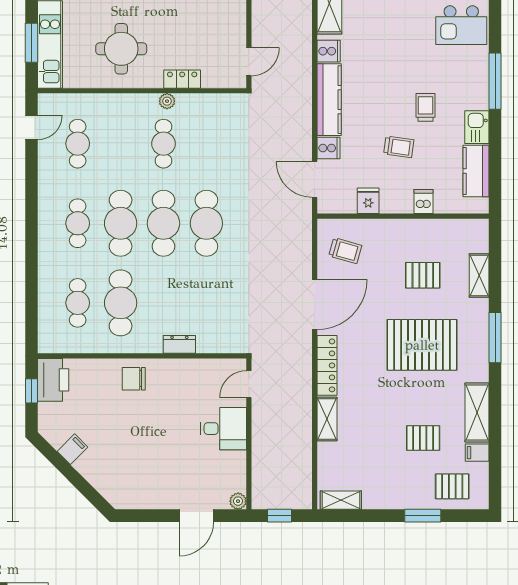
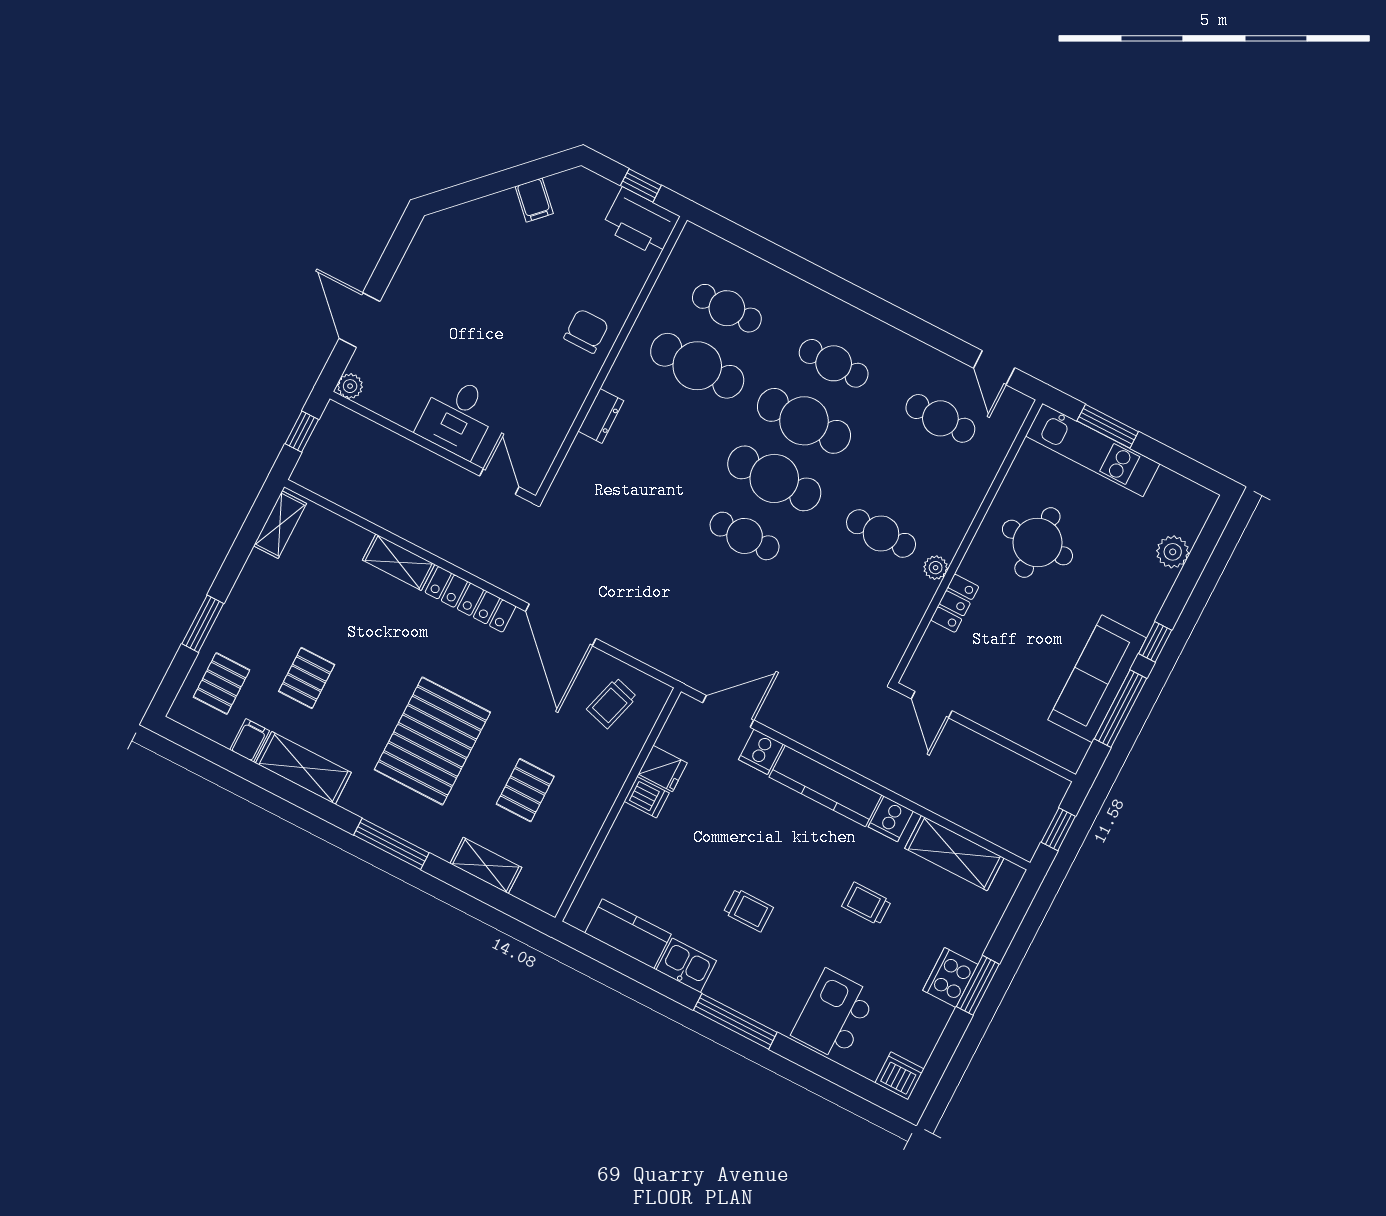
trolley: (399, 147) -> (866, 904), moved, turned 82
dishwasher: (423, 202) -> (647, 797), moved
cafe table: (206, 223) -> (745, 536), width x0.73, depth x0.74

